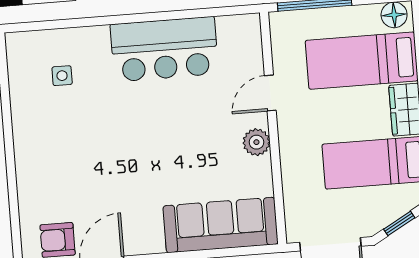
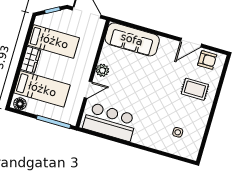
bar counter: (164, 49) -> (110, 122), moved
rug: (60, 173) -> (195, 89), added

